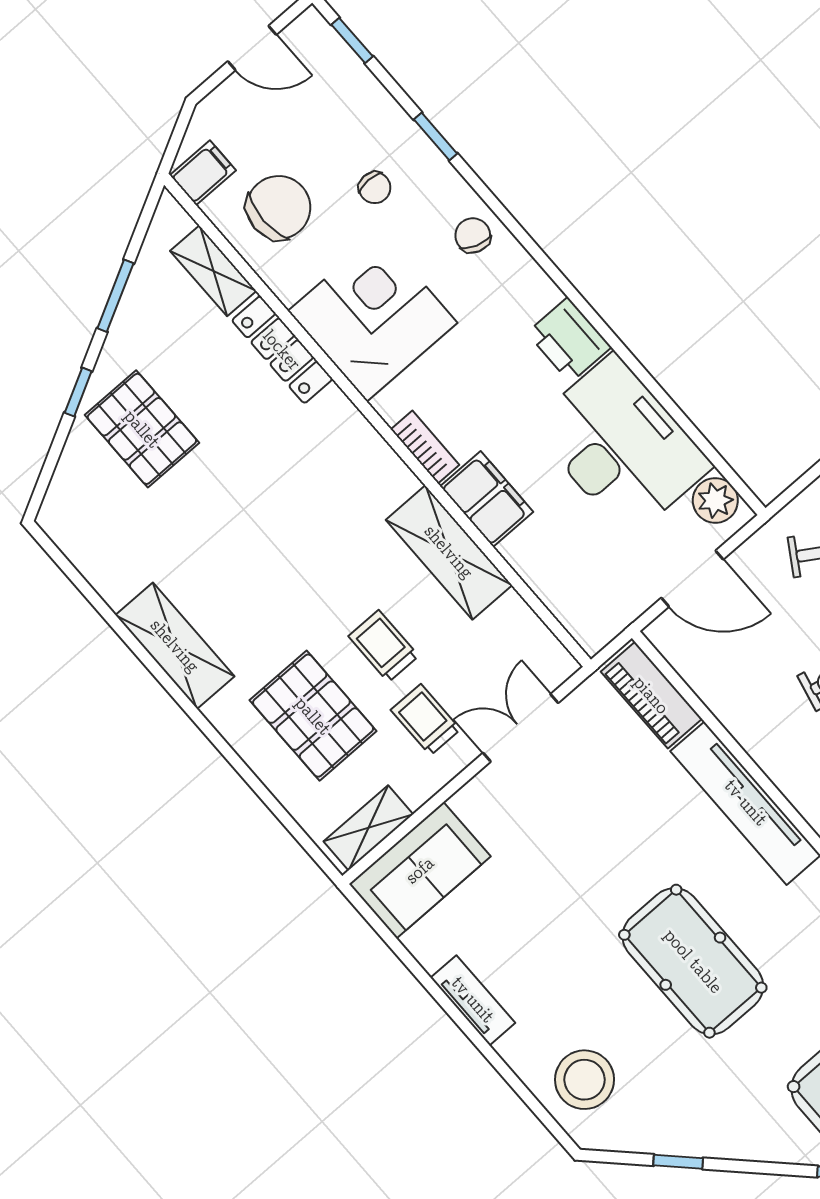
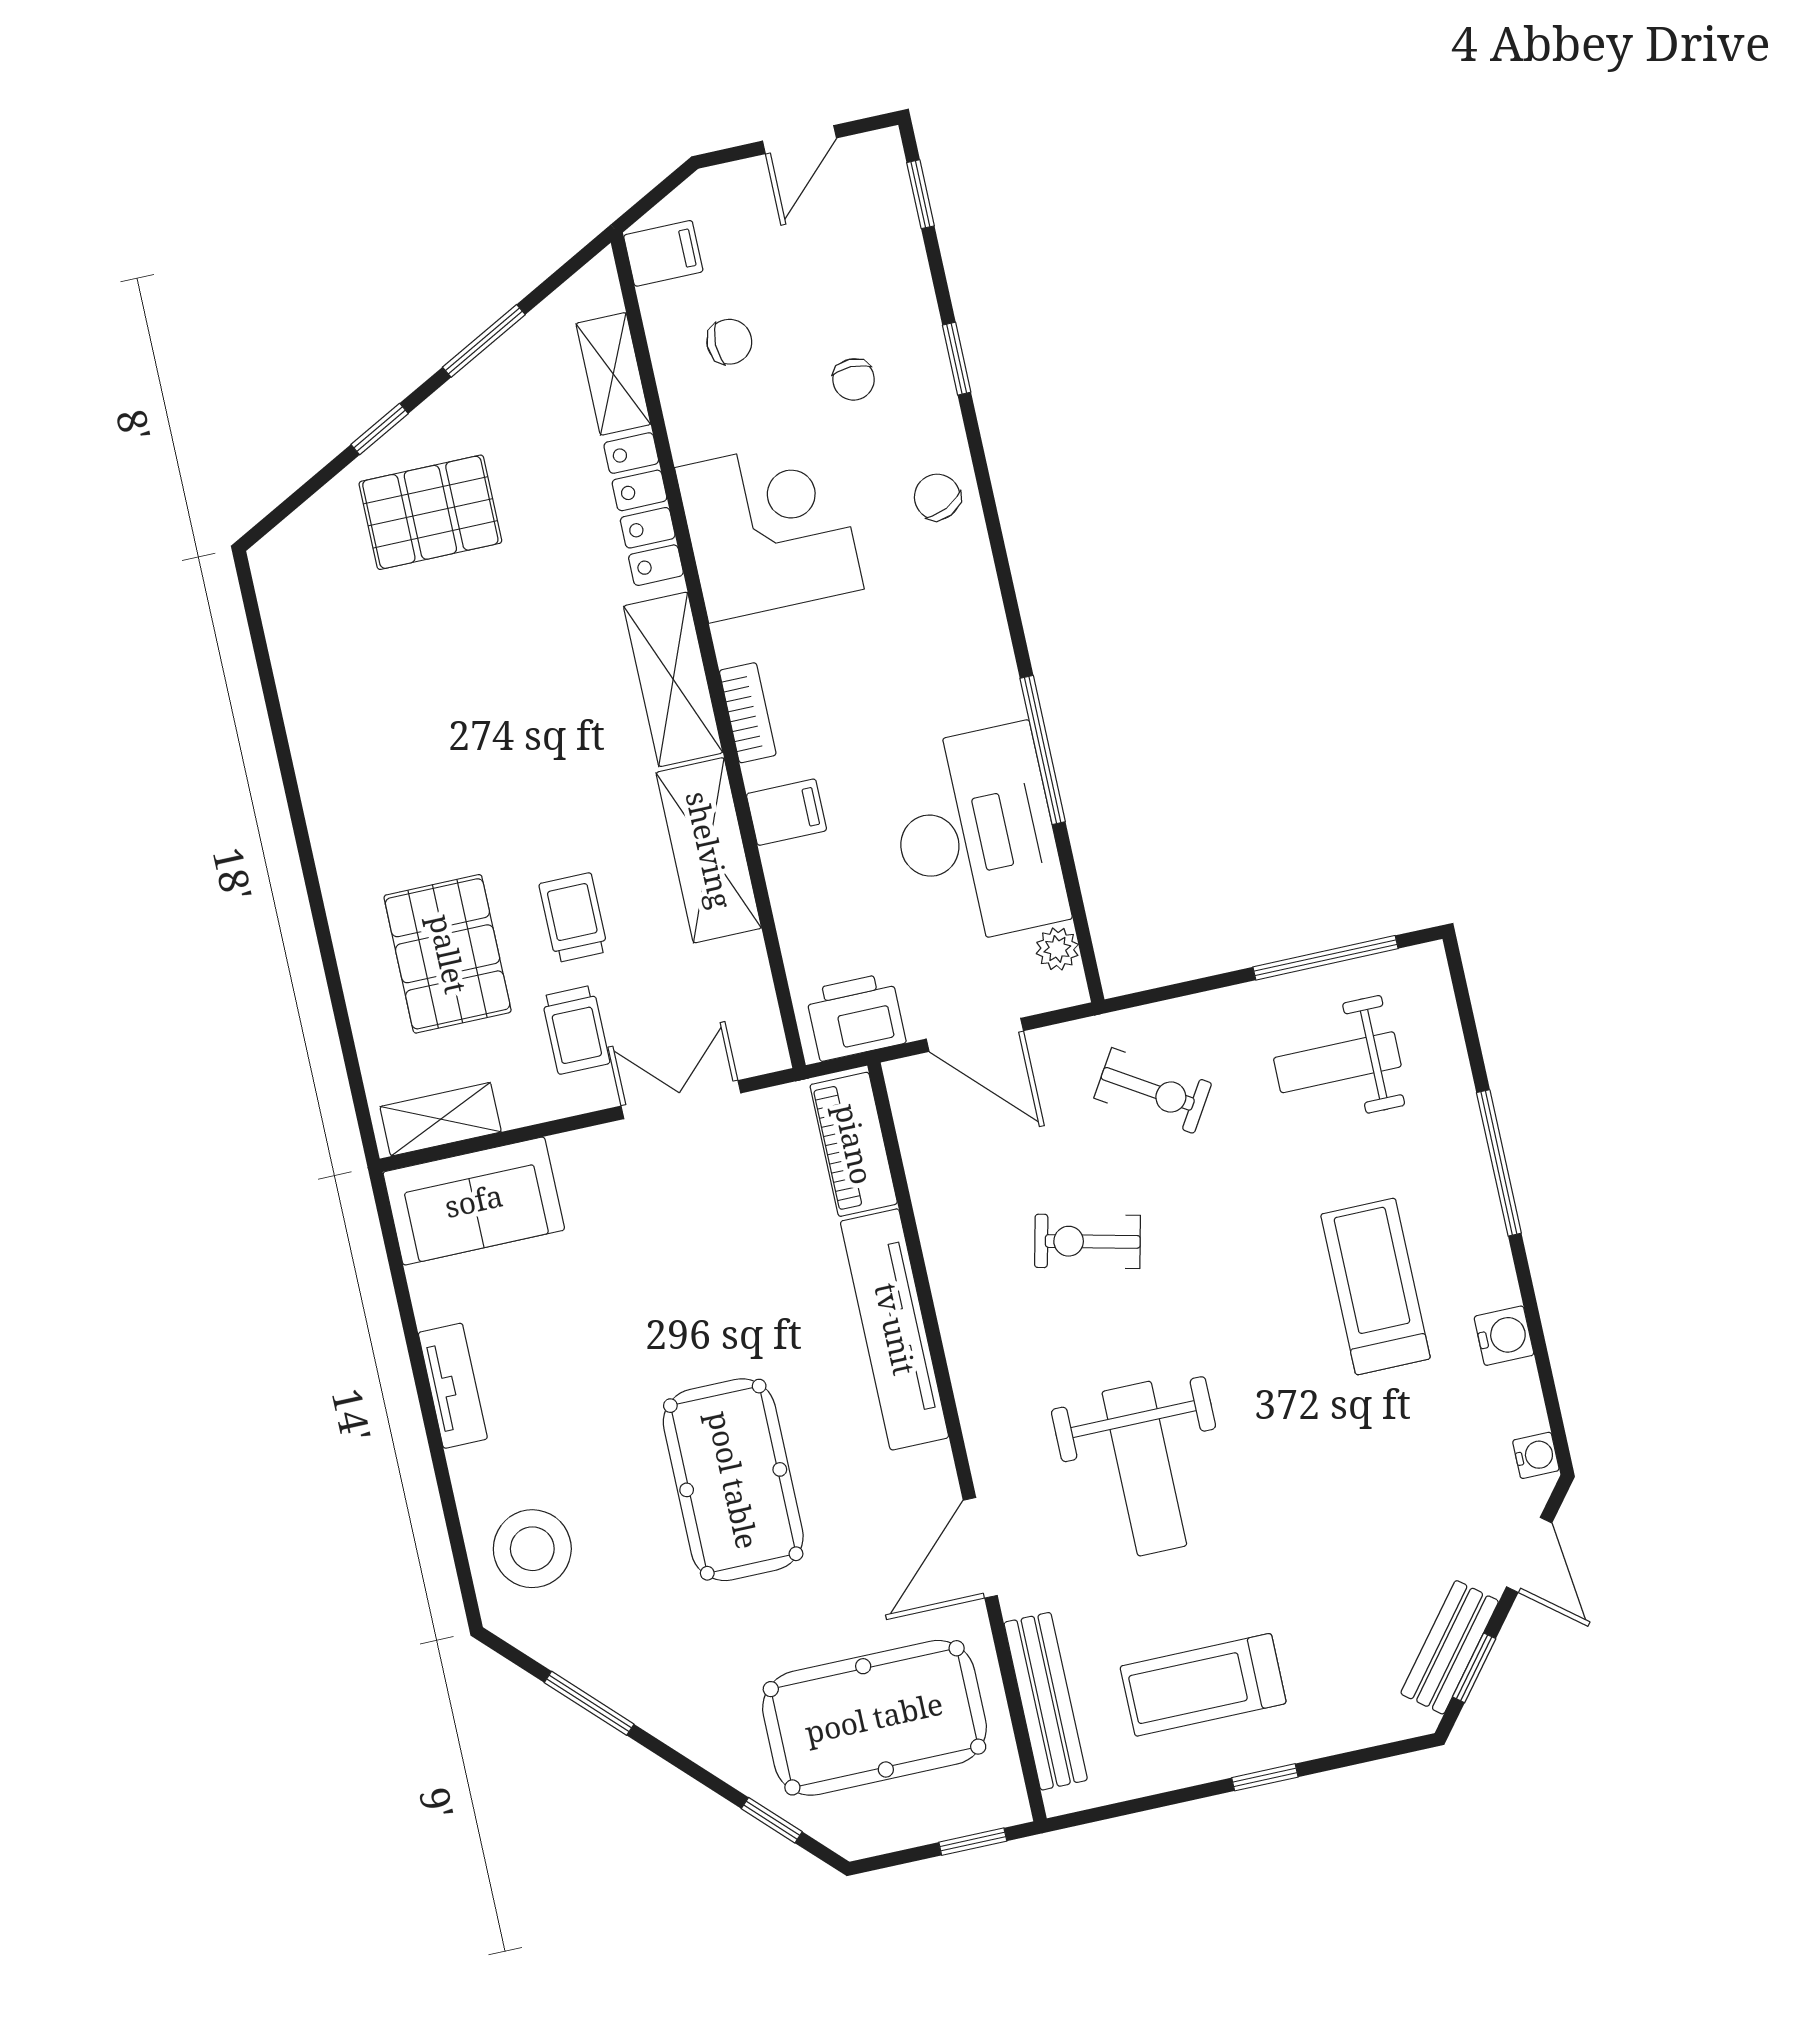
door: (252, 48) -> (799, 140), hinge flipped
chair: (279, 208) -> (729, 342), width x0.54, depth x0.54
chair: (473, 235) -> (937, 497), turned -45
printer: (569, 340) -> (856, 1017), moved, turned 90
window: (634, 365) -> (1043, 750), added
pallet: (142, 429) -> (430, 512), turned 90
filing cabinet: (487, 499) -> (787, 812), width x0.50
plant: (715, 500) -> (1057, 949), width x0.73, depth x0.73
shelving: (175, 646) -> (673, 679), moved
trolley: (426, 720) -> (576, 1030), turned 180
window: (678, 1162) -> (589, 1703), width x1.50

